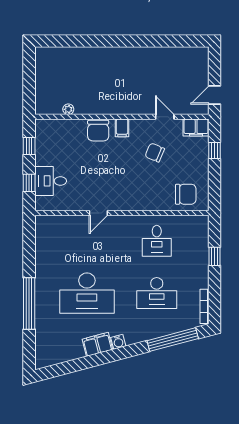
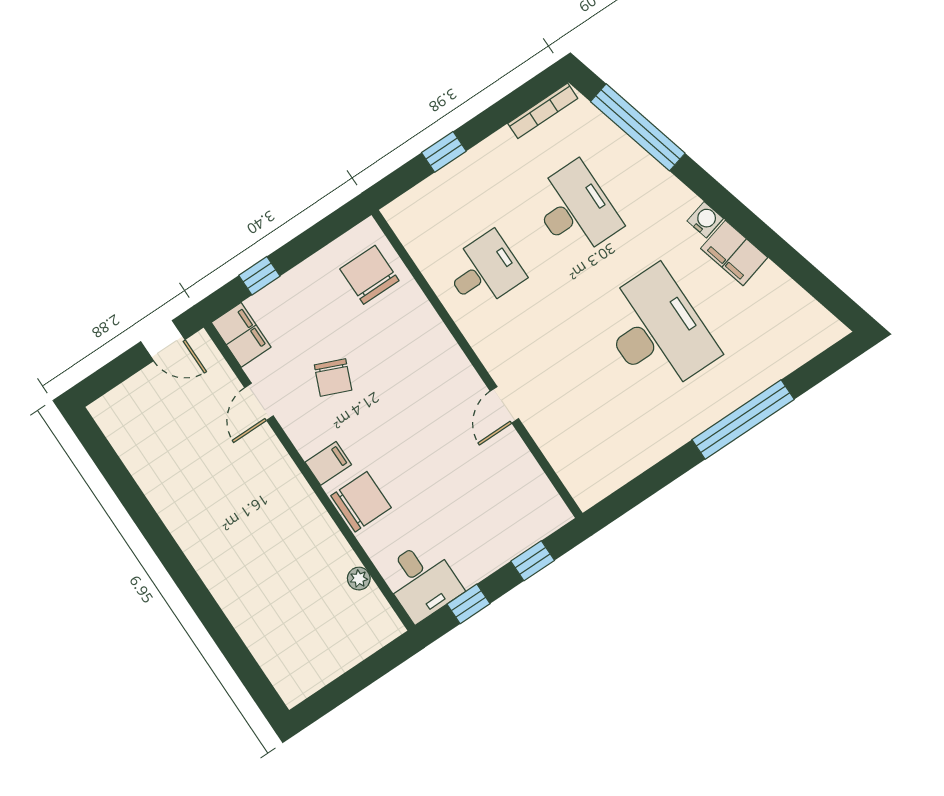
desk: (51, 181) -> (422, 581), moved
door: (98, 213) -> (504, 405), swing flipped

